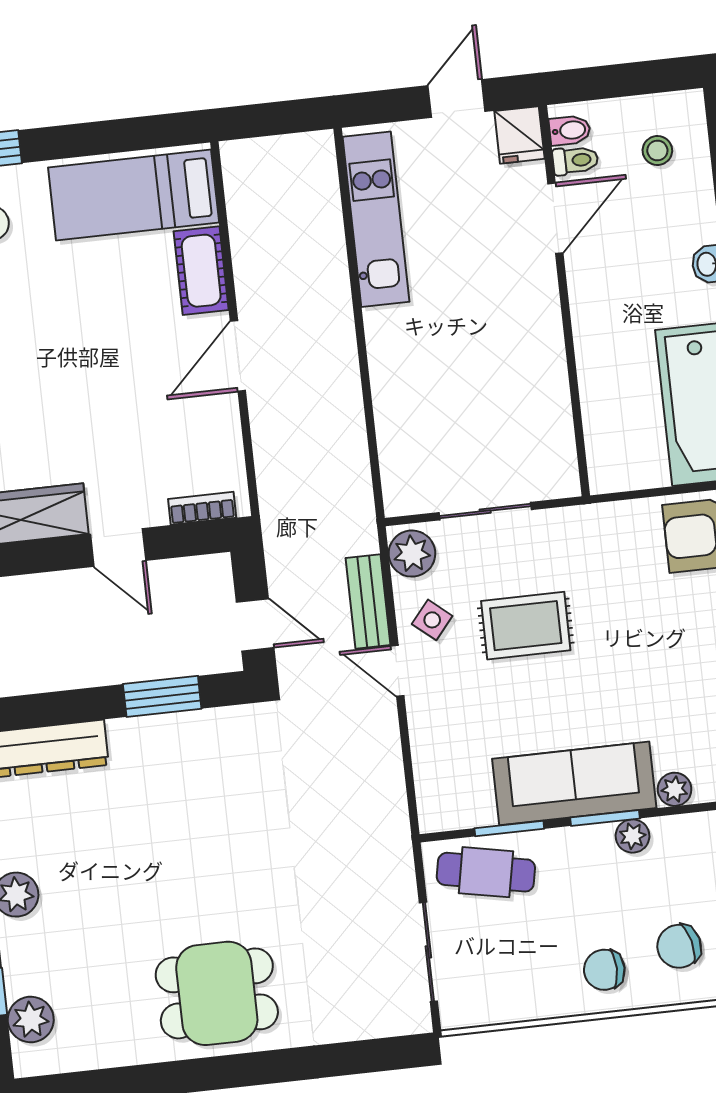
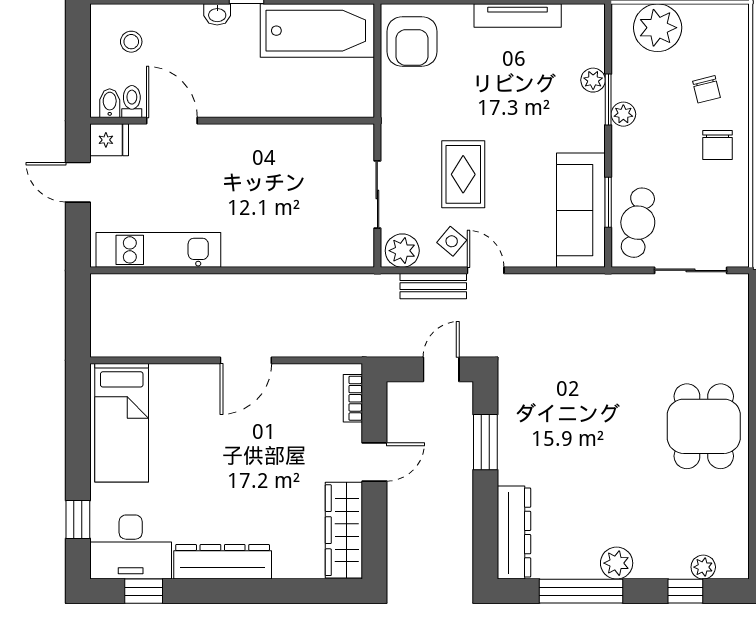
cot: (201, 271) -> (182, 380), removed
door: (238, 356) -> (246, 360), hinge flipped
door: (397, 671) -> (486, 270), swing flipped
sofa: (574, 783) -> (581, 210), moved
window: (605, 818) -> (608, 99), moved
chair: (679, 946) -> (707, 89), width x0.73, depth x0.73
plant: (31, 1020) -> (703, 567), width x0.73, depth x0.73

